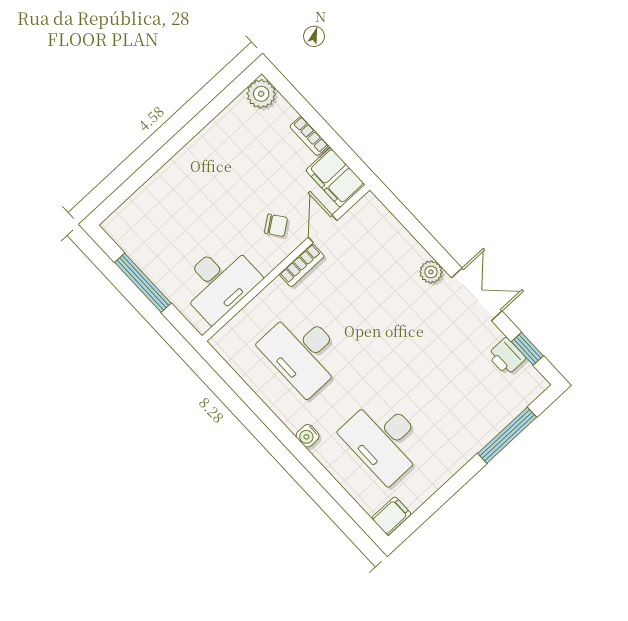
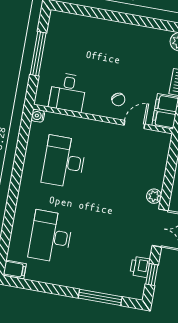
bookcase: (302, 265) -> (108, 128), removed
desk: (219, 282) -> (68, 92), width x0.73
water cooler: (308, 436) -> (38, 116), moved

